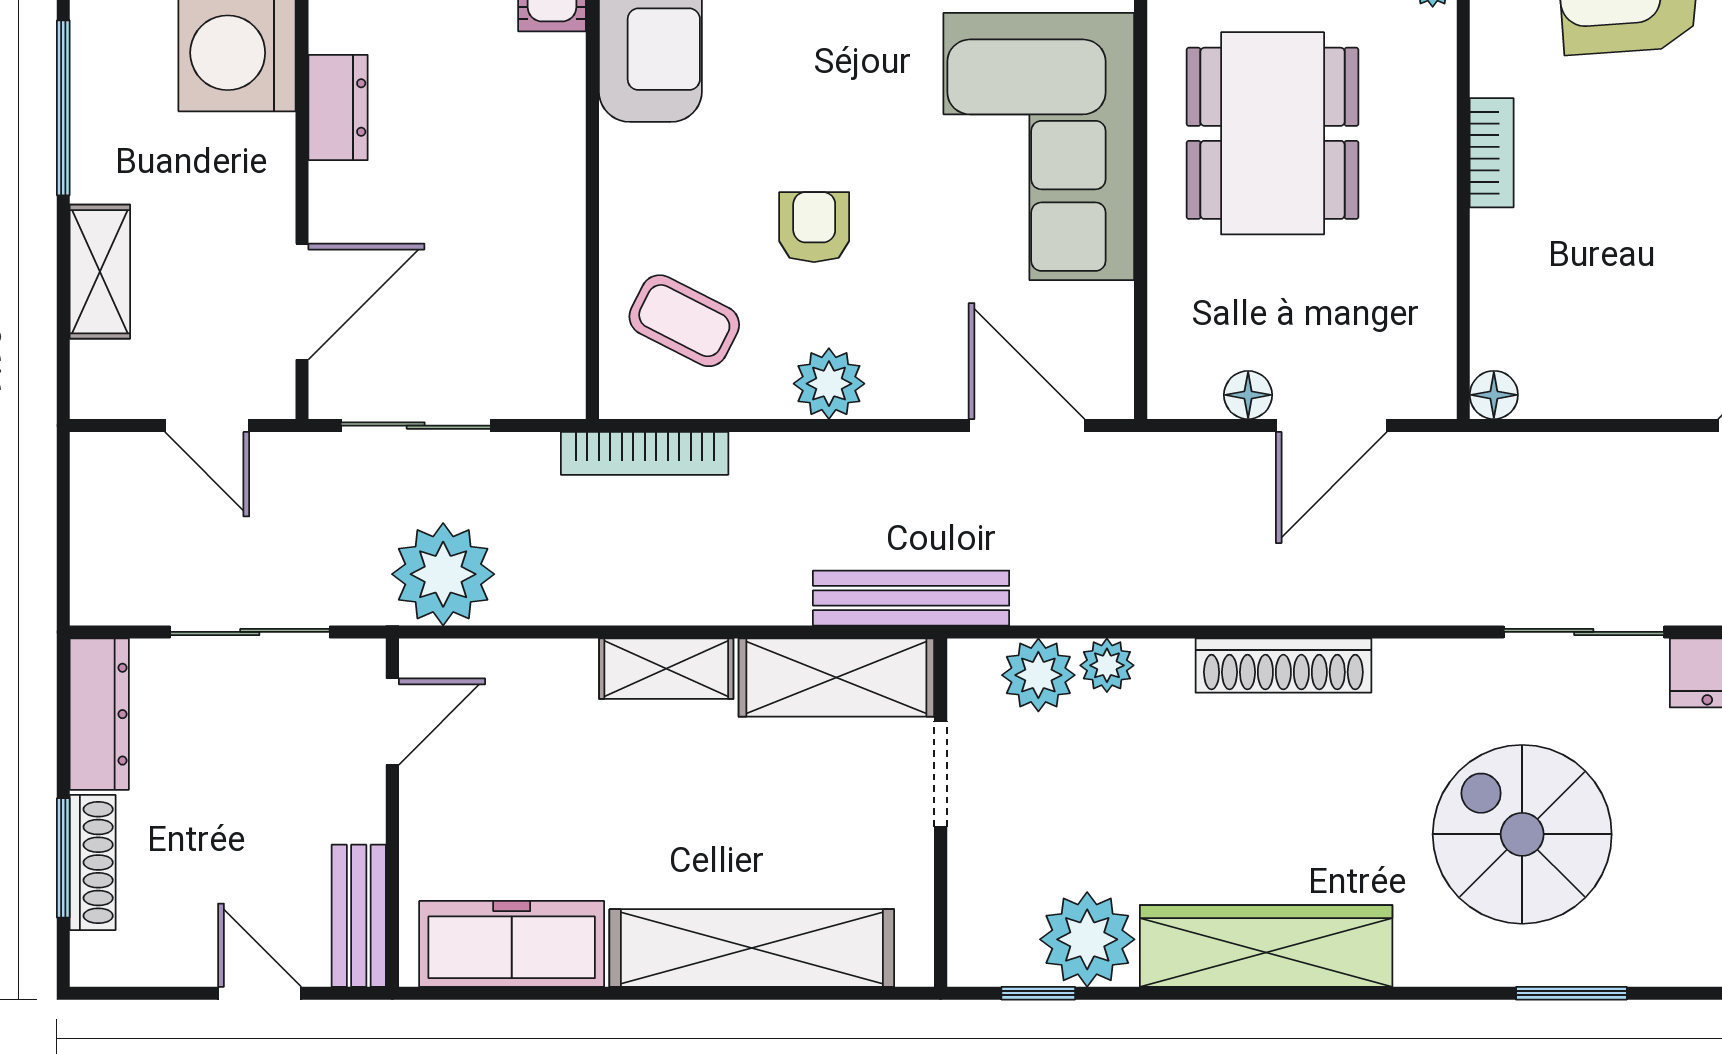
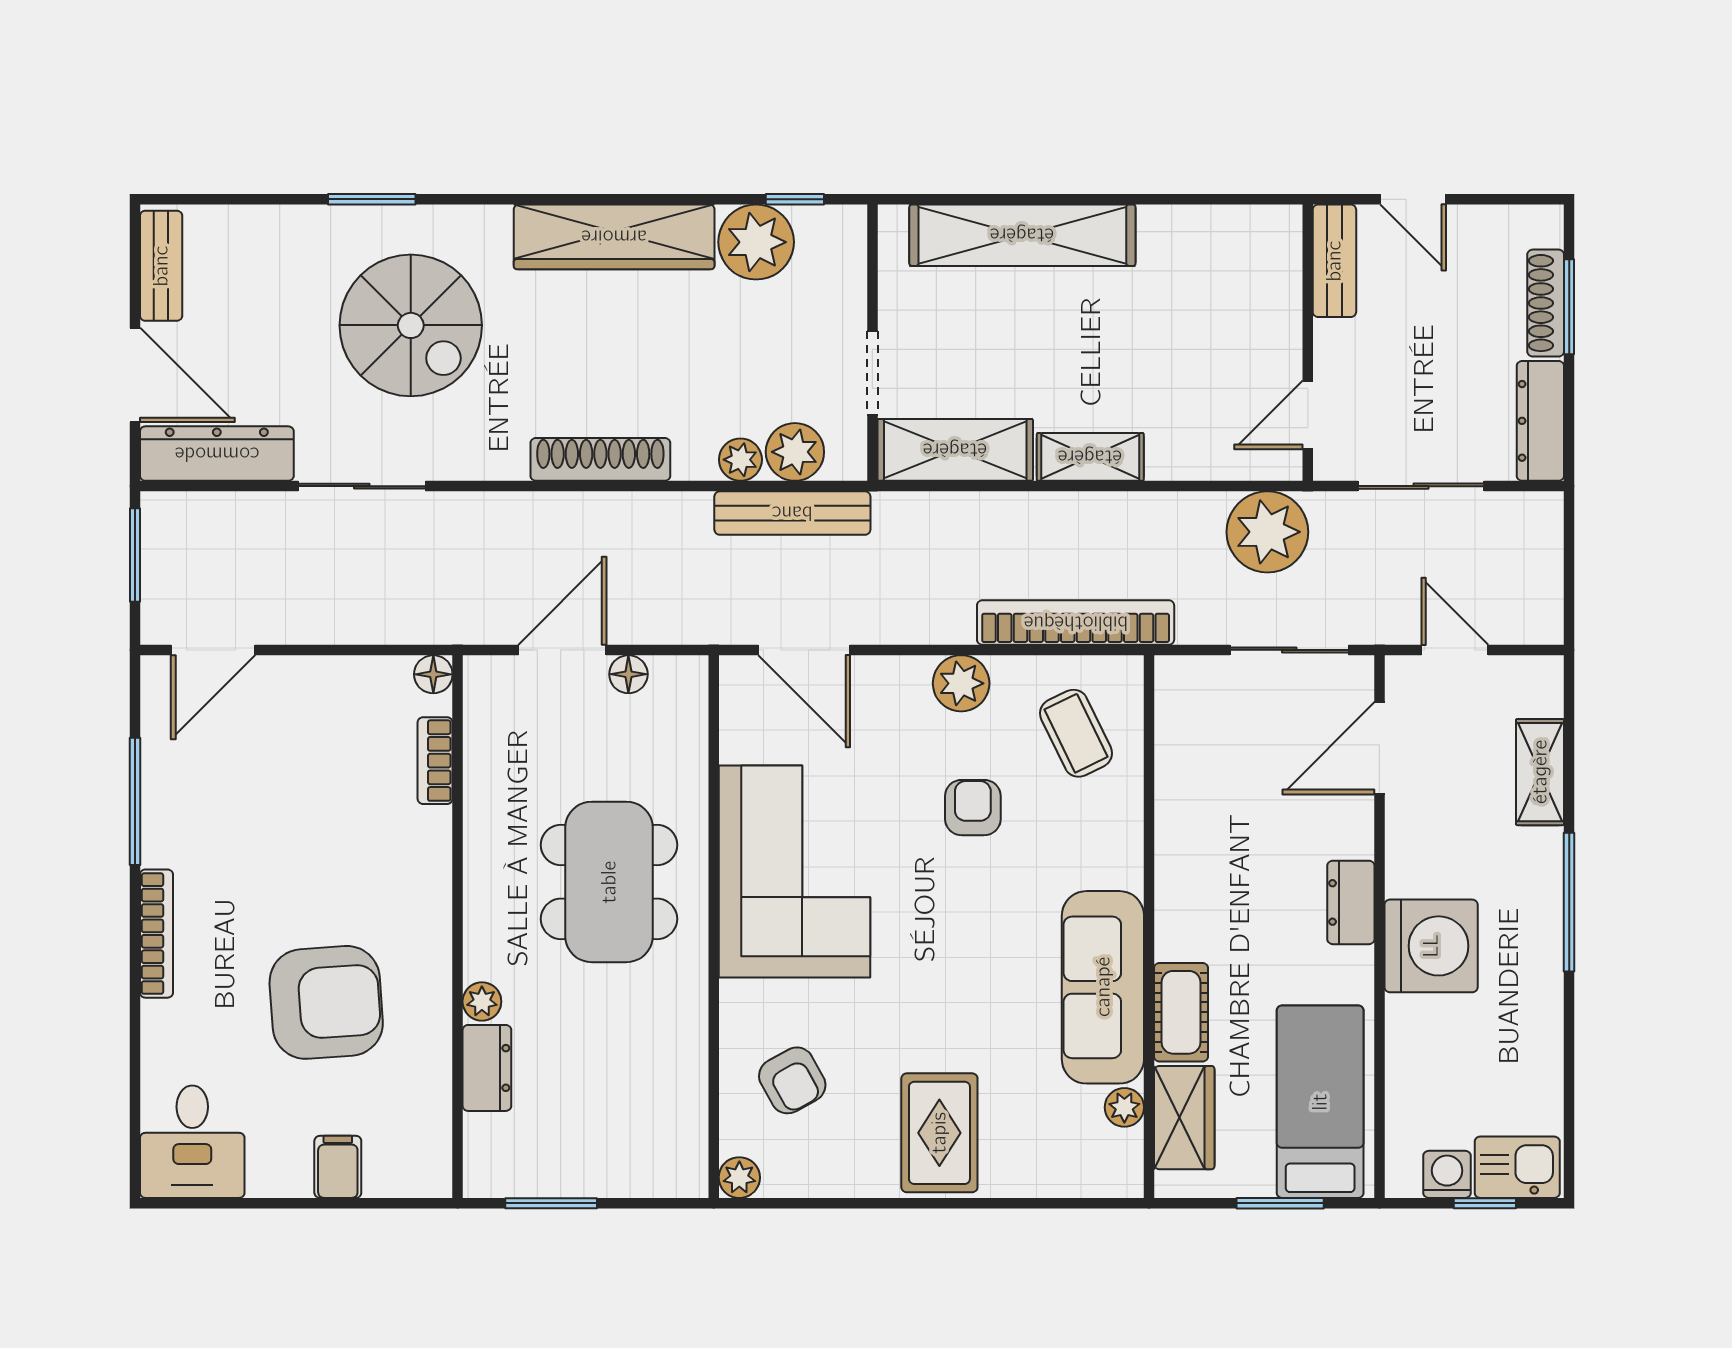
bookcase: (1492, 153) -> (435, 761), moved
armchair: (814, 227) -> (973, 808), turned 180
coffee table: (684, 321) -> (1076, 733), turned 37
bookcase: (645, 453) -> (1076, 623), width x1.48, depth x1.31
bench: (911, 598) -> (792, 513), moved
freezer: (512, 944) -> (1213, 238), removed

